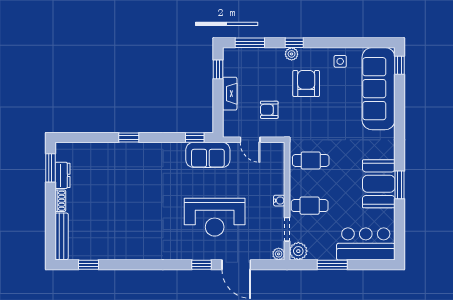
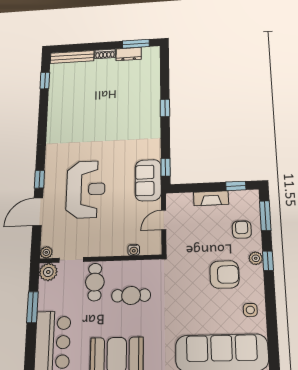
armchair: (269, 110) -> (242, 230), moved
cafe table: (311, 160) -> (131, 295), moved, turned 90
water cooler: (279, 201) -> (134, 250), moved
reception desk: (215, 217) -> (86, 189), turned 180

